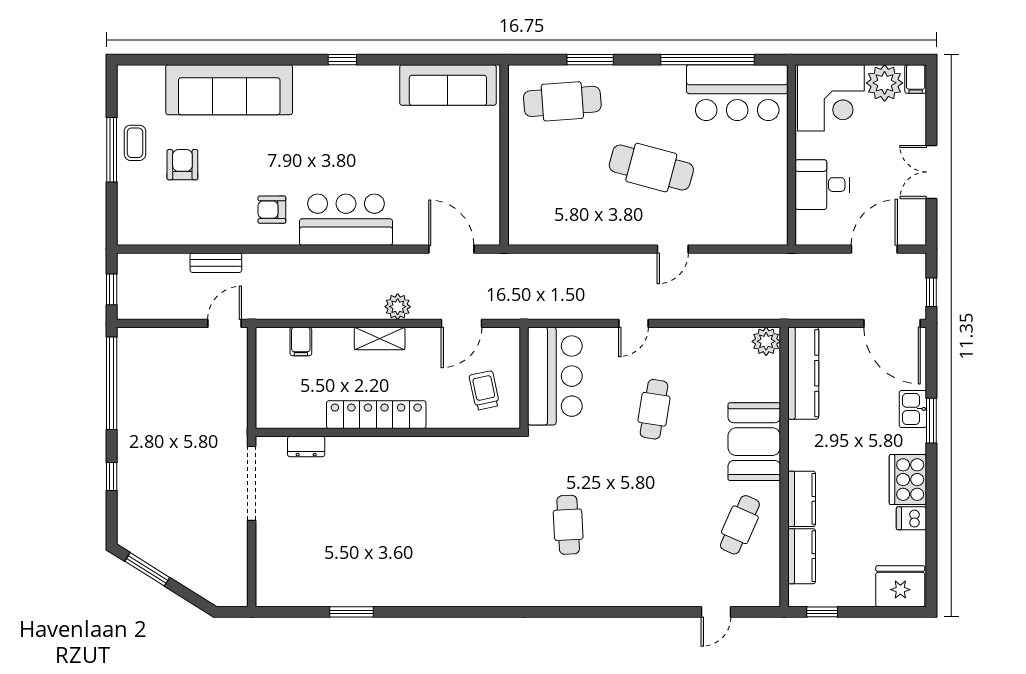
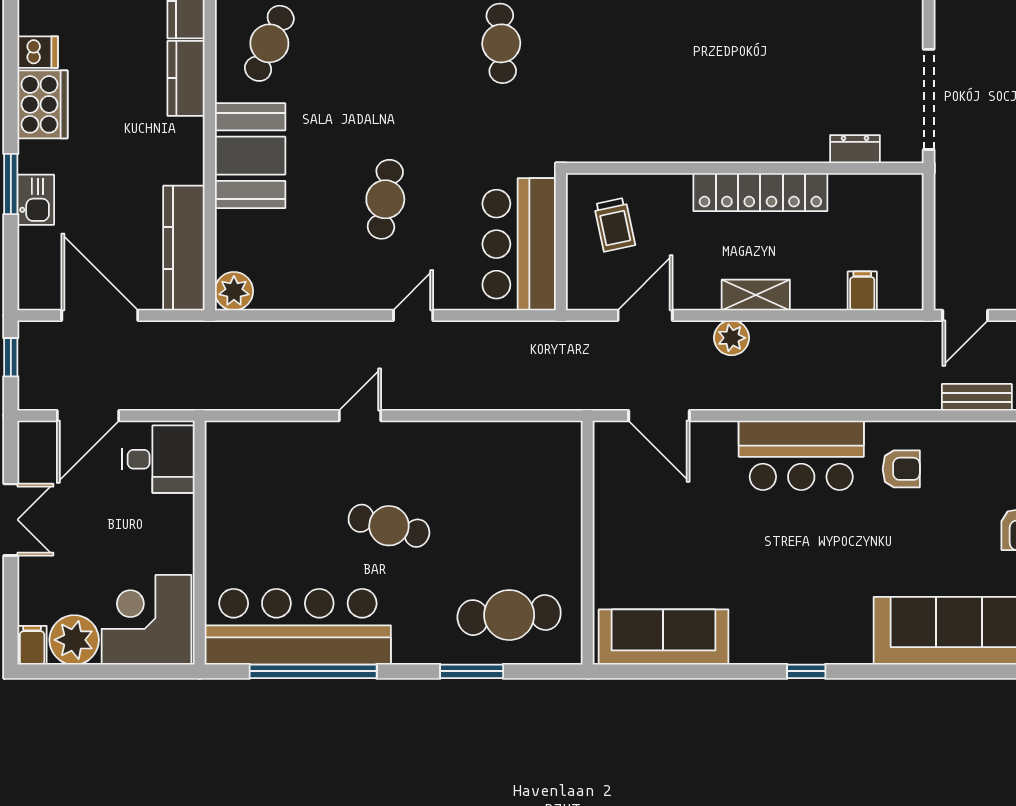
bar counter: (737, 93) -> (298, 627), width x1.36
cafe table: (651, 168) -> (389, 526), width x0.73, depth x0.74
desk: (822, 185) -> (158, 459), moved
door: (892, 323) -> (100, 315), moved

